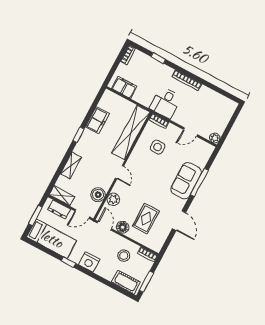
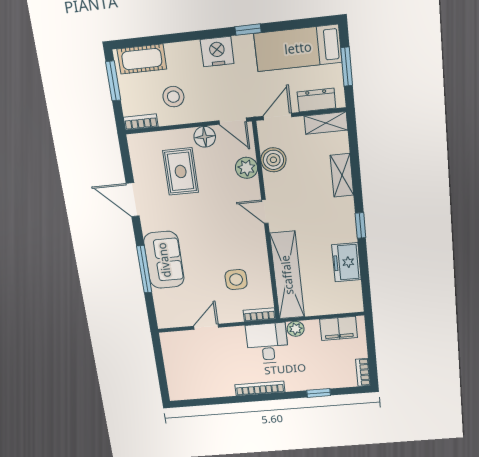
plant: (215, 138) -> (296, 329), moved

